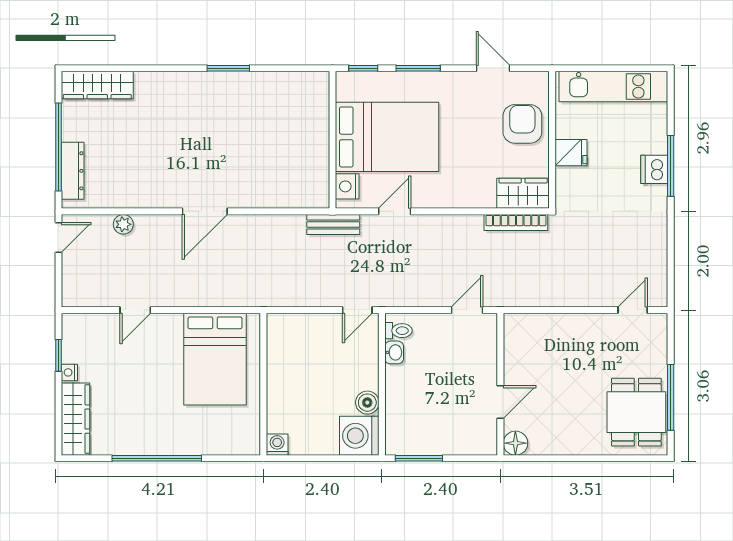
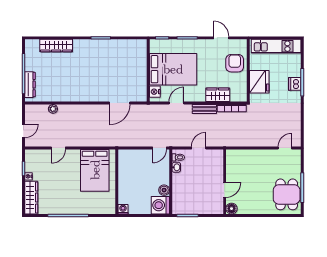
wardrobe: (97, 85) -> (56, 46), moved
fridge: (571, 153) -> (259, 82), width x1.88, depth x1.34
wardrobe: (523, 193) -> (218, 95), moved
door: (205, 211) -> (120, 103), moved
bench: (333, 224) -> (204, 109), moved
door: (58, 237) -> (23, 131), moved
door: (467, 310) -> (199, 148), moved

